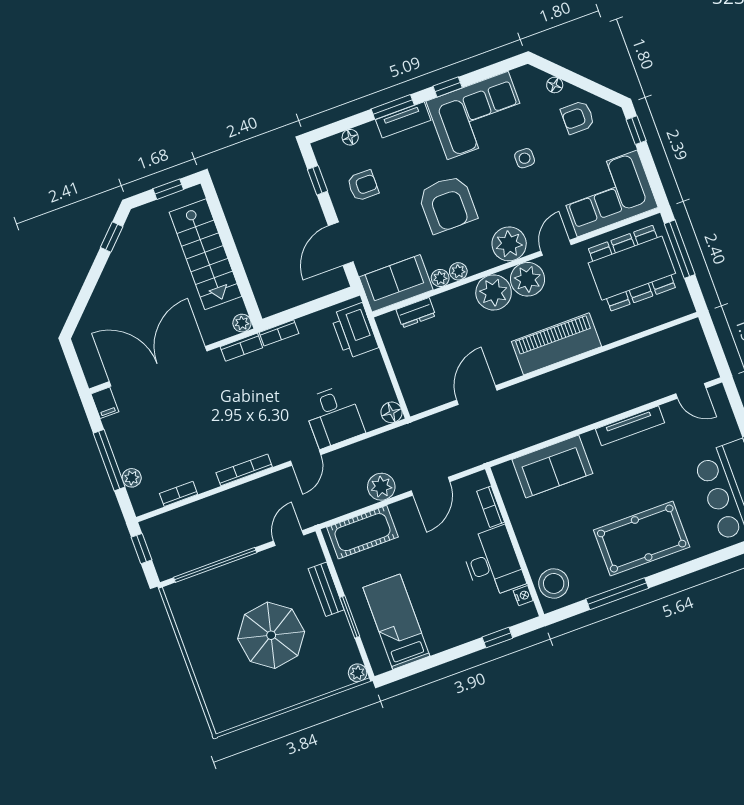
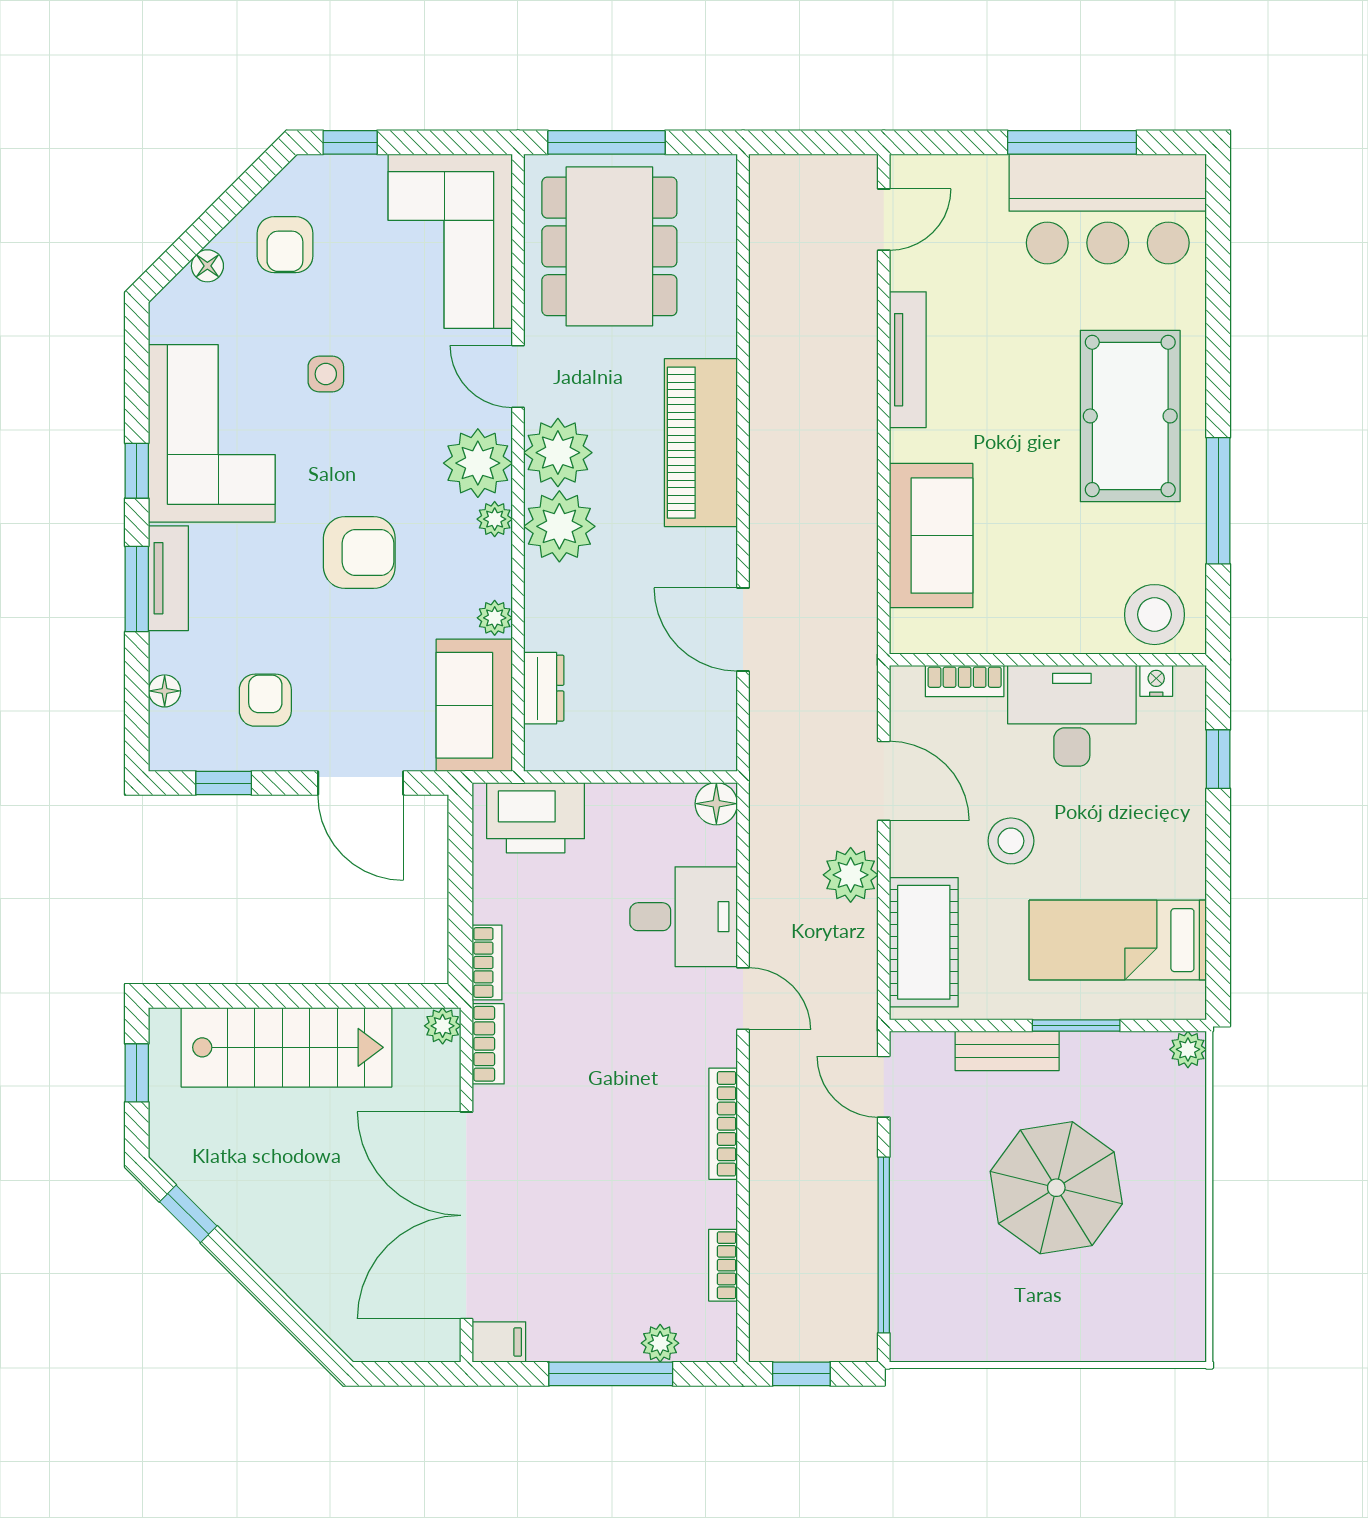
armchair: (447, 204) -> (359, 553), width x0.73, depth x0.73
plant: (458, 271) -> (495, 519), moved
stool: (424, 555) -> (1011, 841), added

